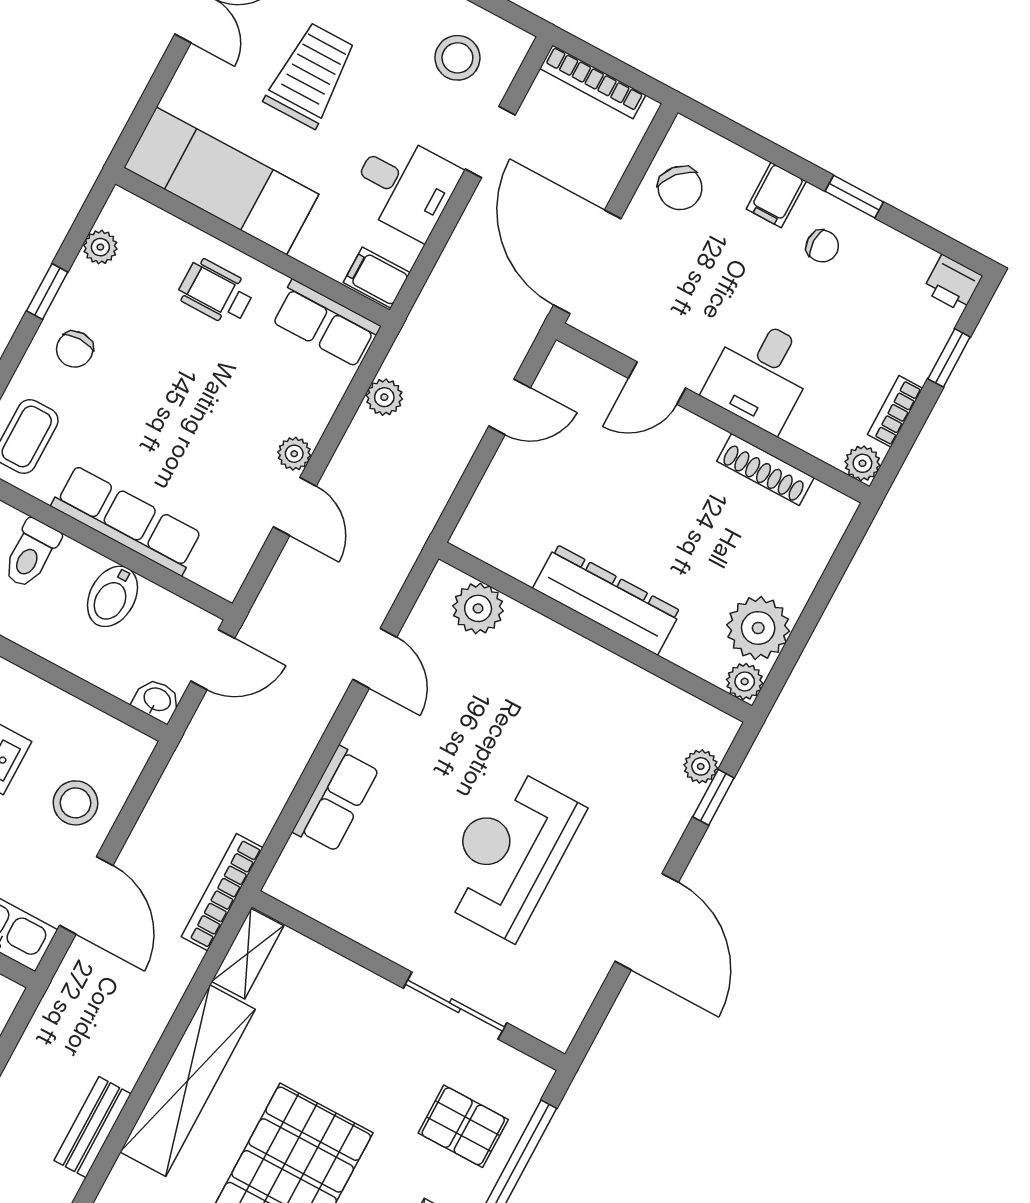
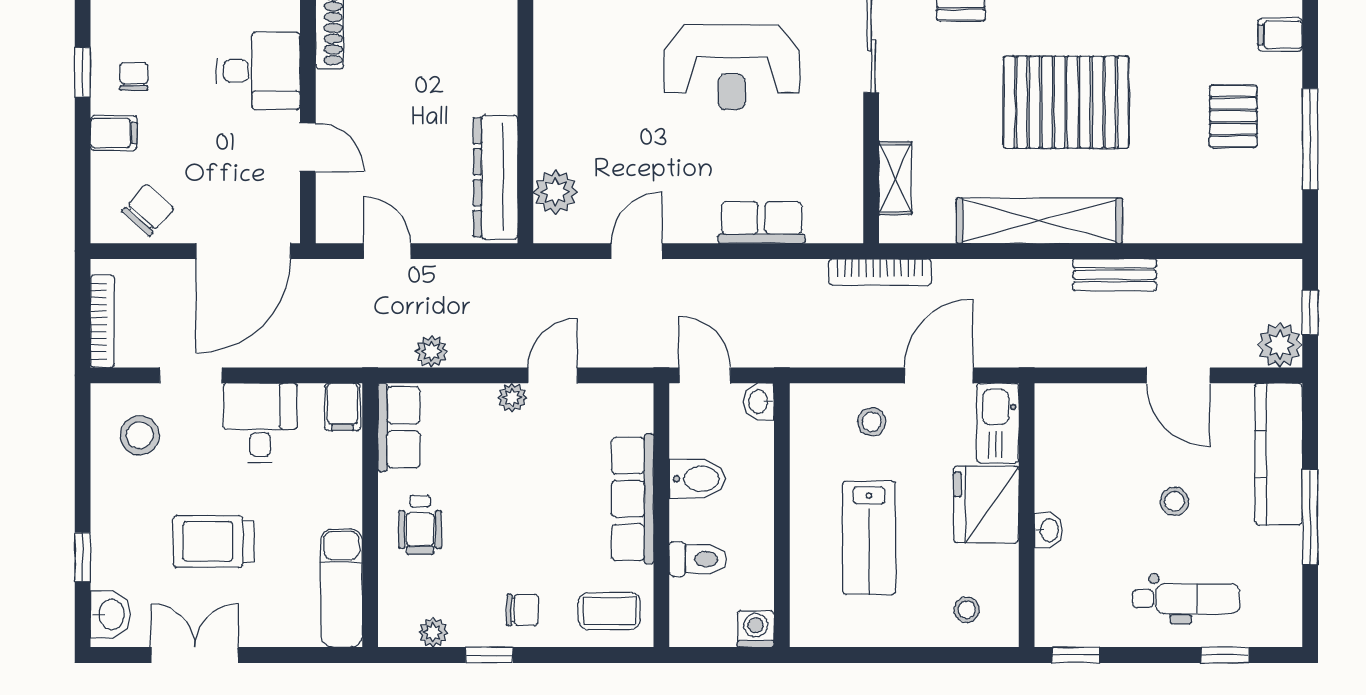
exam couch: (221, 181) -> (342, 588), width x0.73, depth x0.69
dresser: (607, 600) -> (496, 177), moved
stool: (76, 803) -> (872, 422), width x0.73, depth x0.73
shelving: (248, 954) -> (895, 178), moved, turned 90

